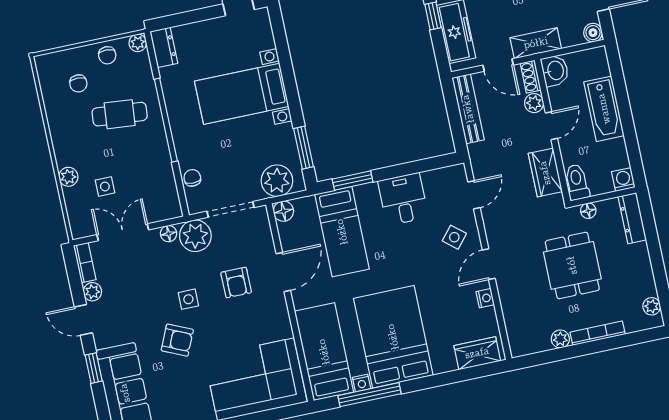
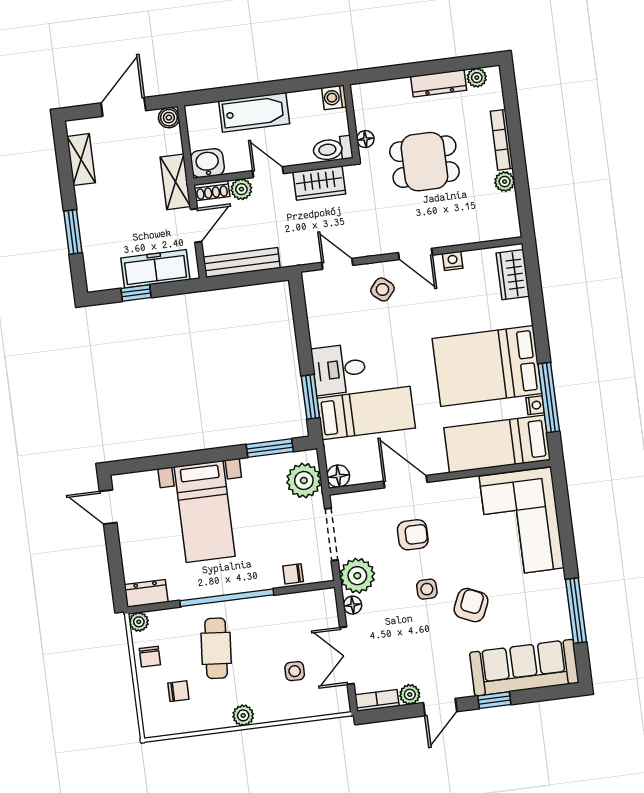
chair: (107, 55) -> (150, 657), turned 90
plant: (68, 177) -> (243, 715), moved
desk: (403, 199) -> (339, 369), moved
dresser: (632, 218) -> (439, 83), moved

